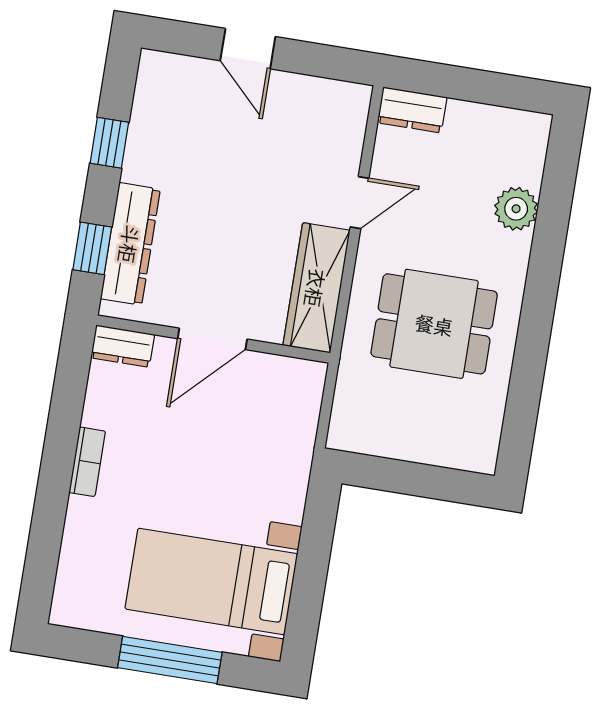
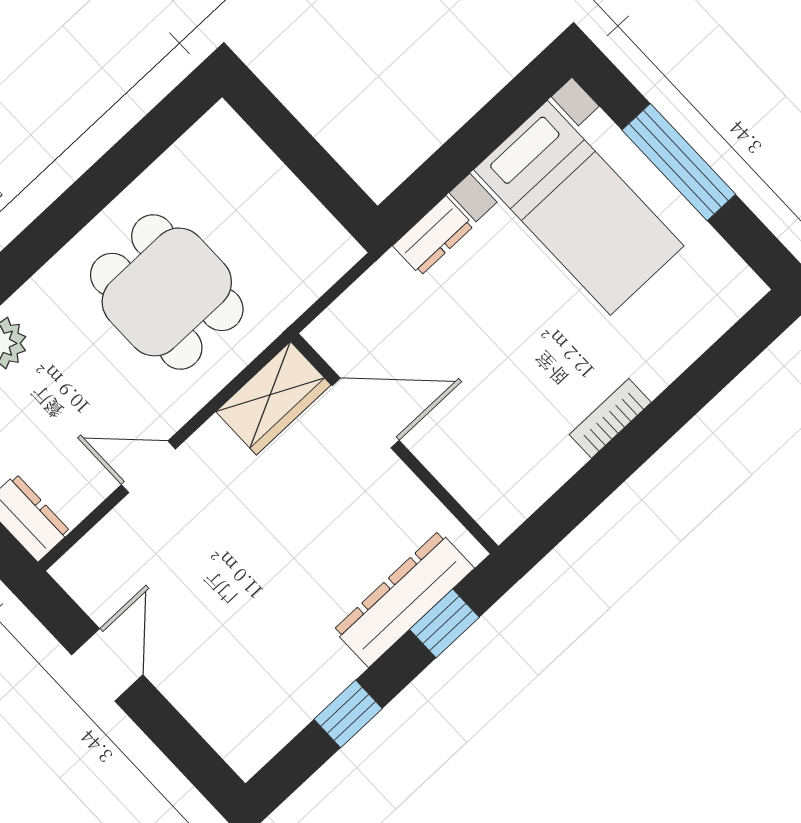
door: (248, 49) -> (107, 665), moved
wardrobe: (316, 288) -> (273, 398), width x0.67
door: (212, 339) -> (366, 413), moved
dresser: (123, 346) -> (433, 236), moved, turned 90

